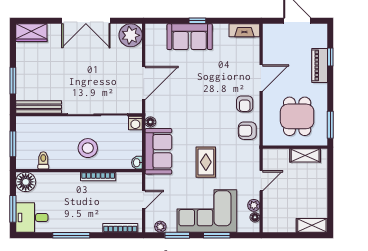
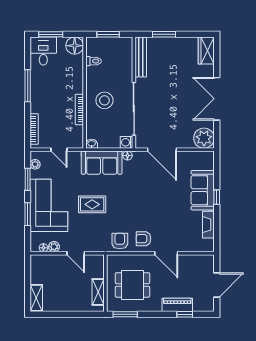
fireplace: (244, 30) -> (208, 225), moved

